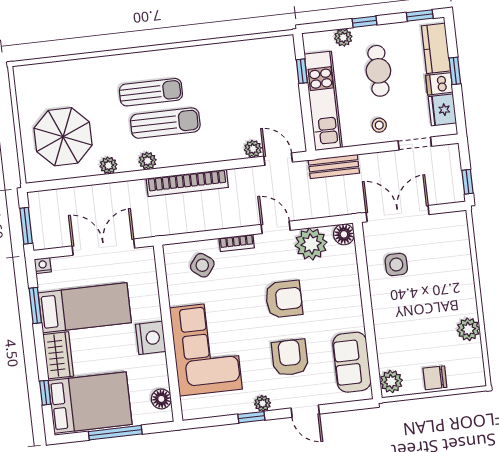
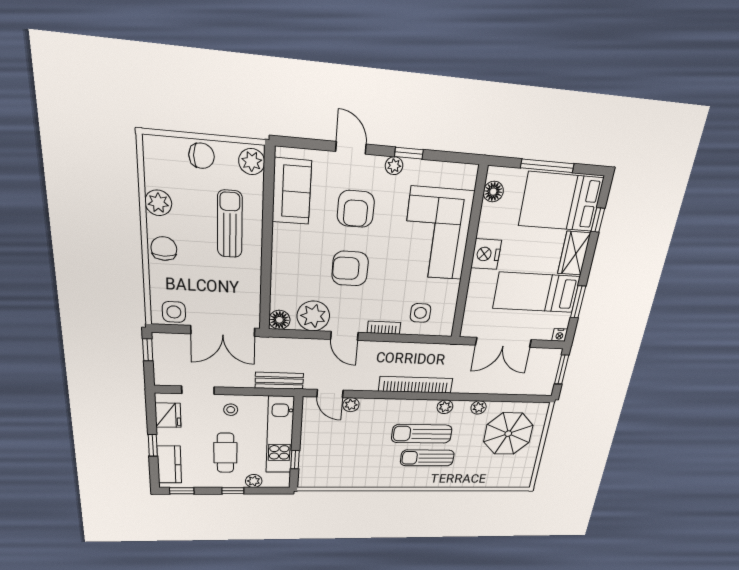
dishwasher: (439, 84) -> (169, 437), removed
side table: (202, 265) -> (420, 313), turned -37
side table: (396, 265) -> (174, 312), moved
chair: (460, 288) -> (164, 249), added
sun lounger: (404, 322) -> (230, 224), added

